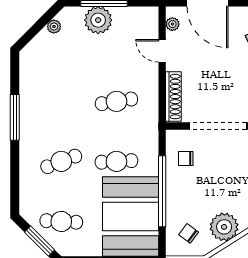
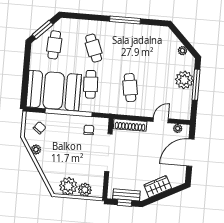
plant: (224, 227) -> (36, 150), width x0.53, depth x0.53

